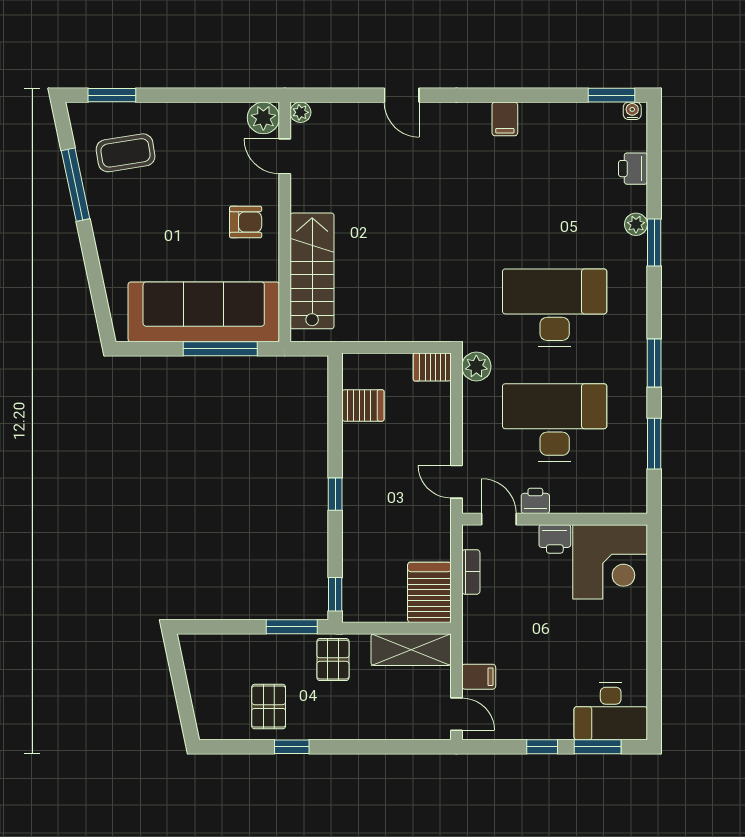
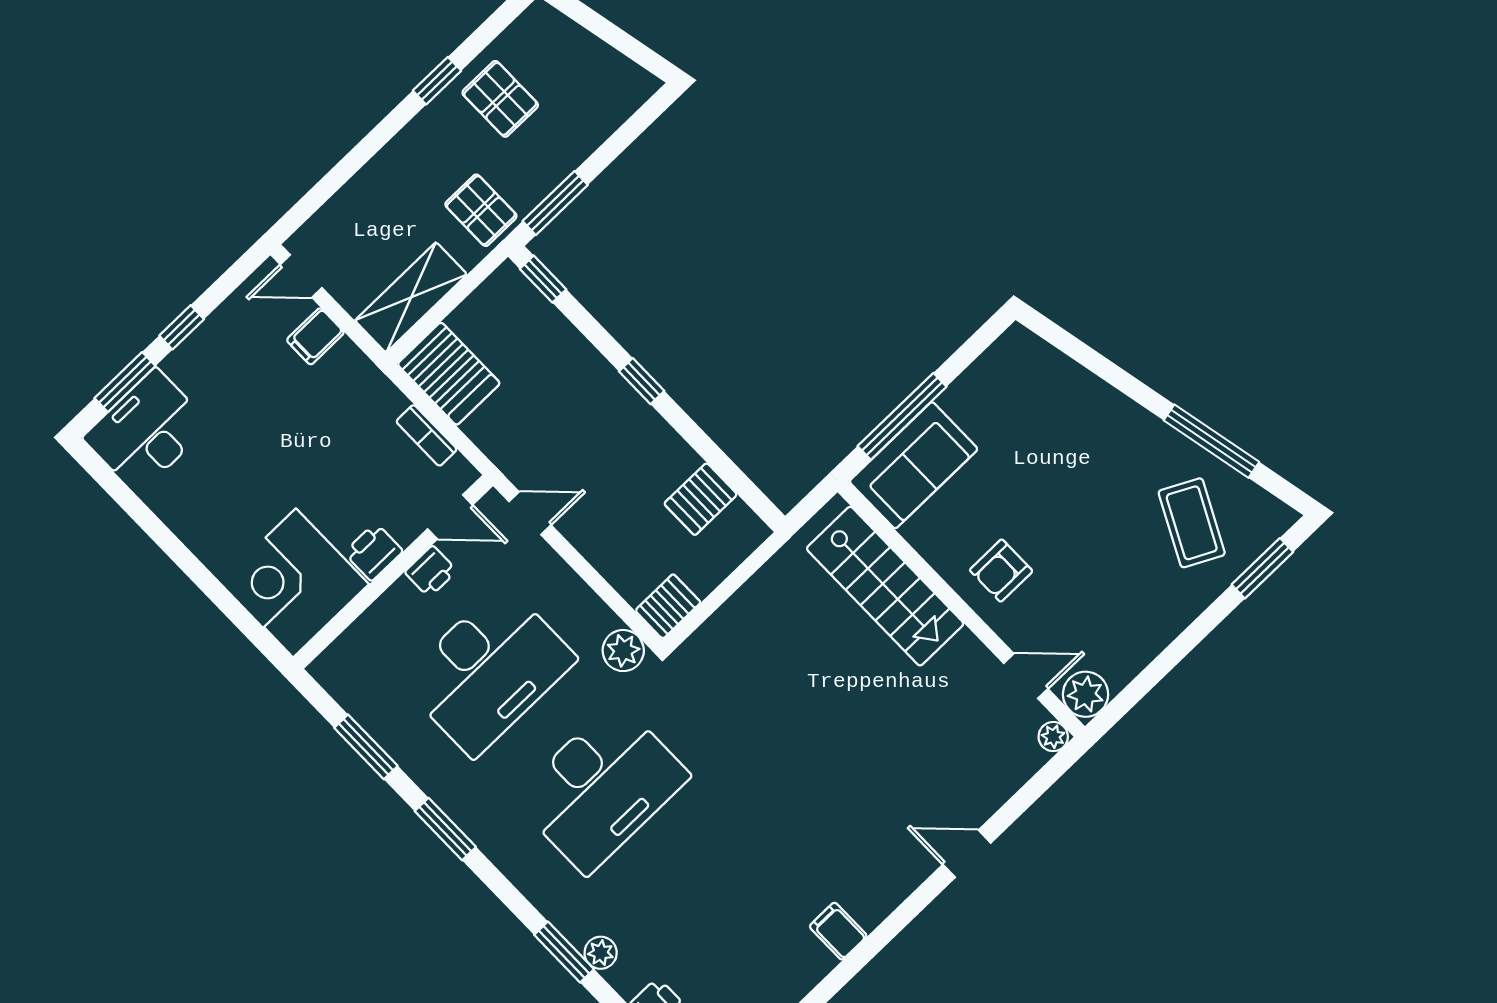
coffee table: (126, 153) -> (1192, 523), turned -54
sofa: (204, 312) -> (914, 465), width x0.54, depth x0.79

